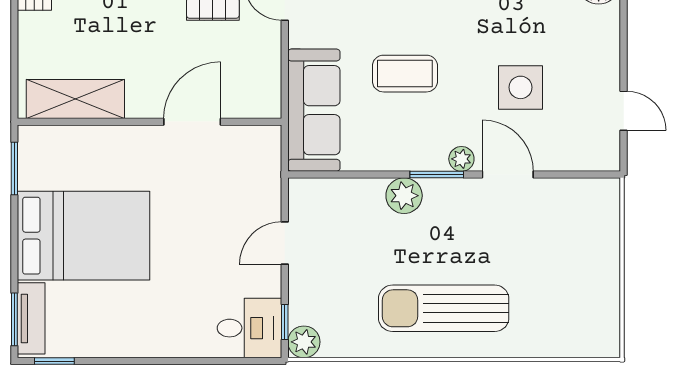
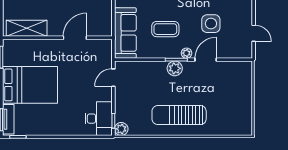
coffee table: (405, 74) -> (165, 29), moved
door: (508, 175) -> (206, 60), hinge flipped
plant: (404, 196) -> (175, 68), moved
door: (285, 243) -> (113, 78), moved
desk: (249, 328) -> (99, 119), width x1.37

